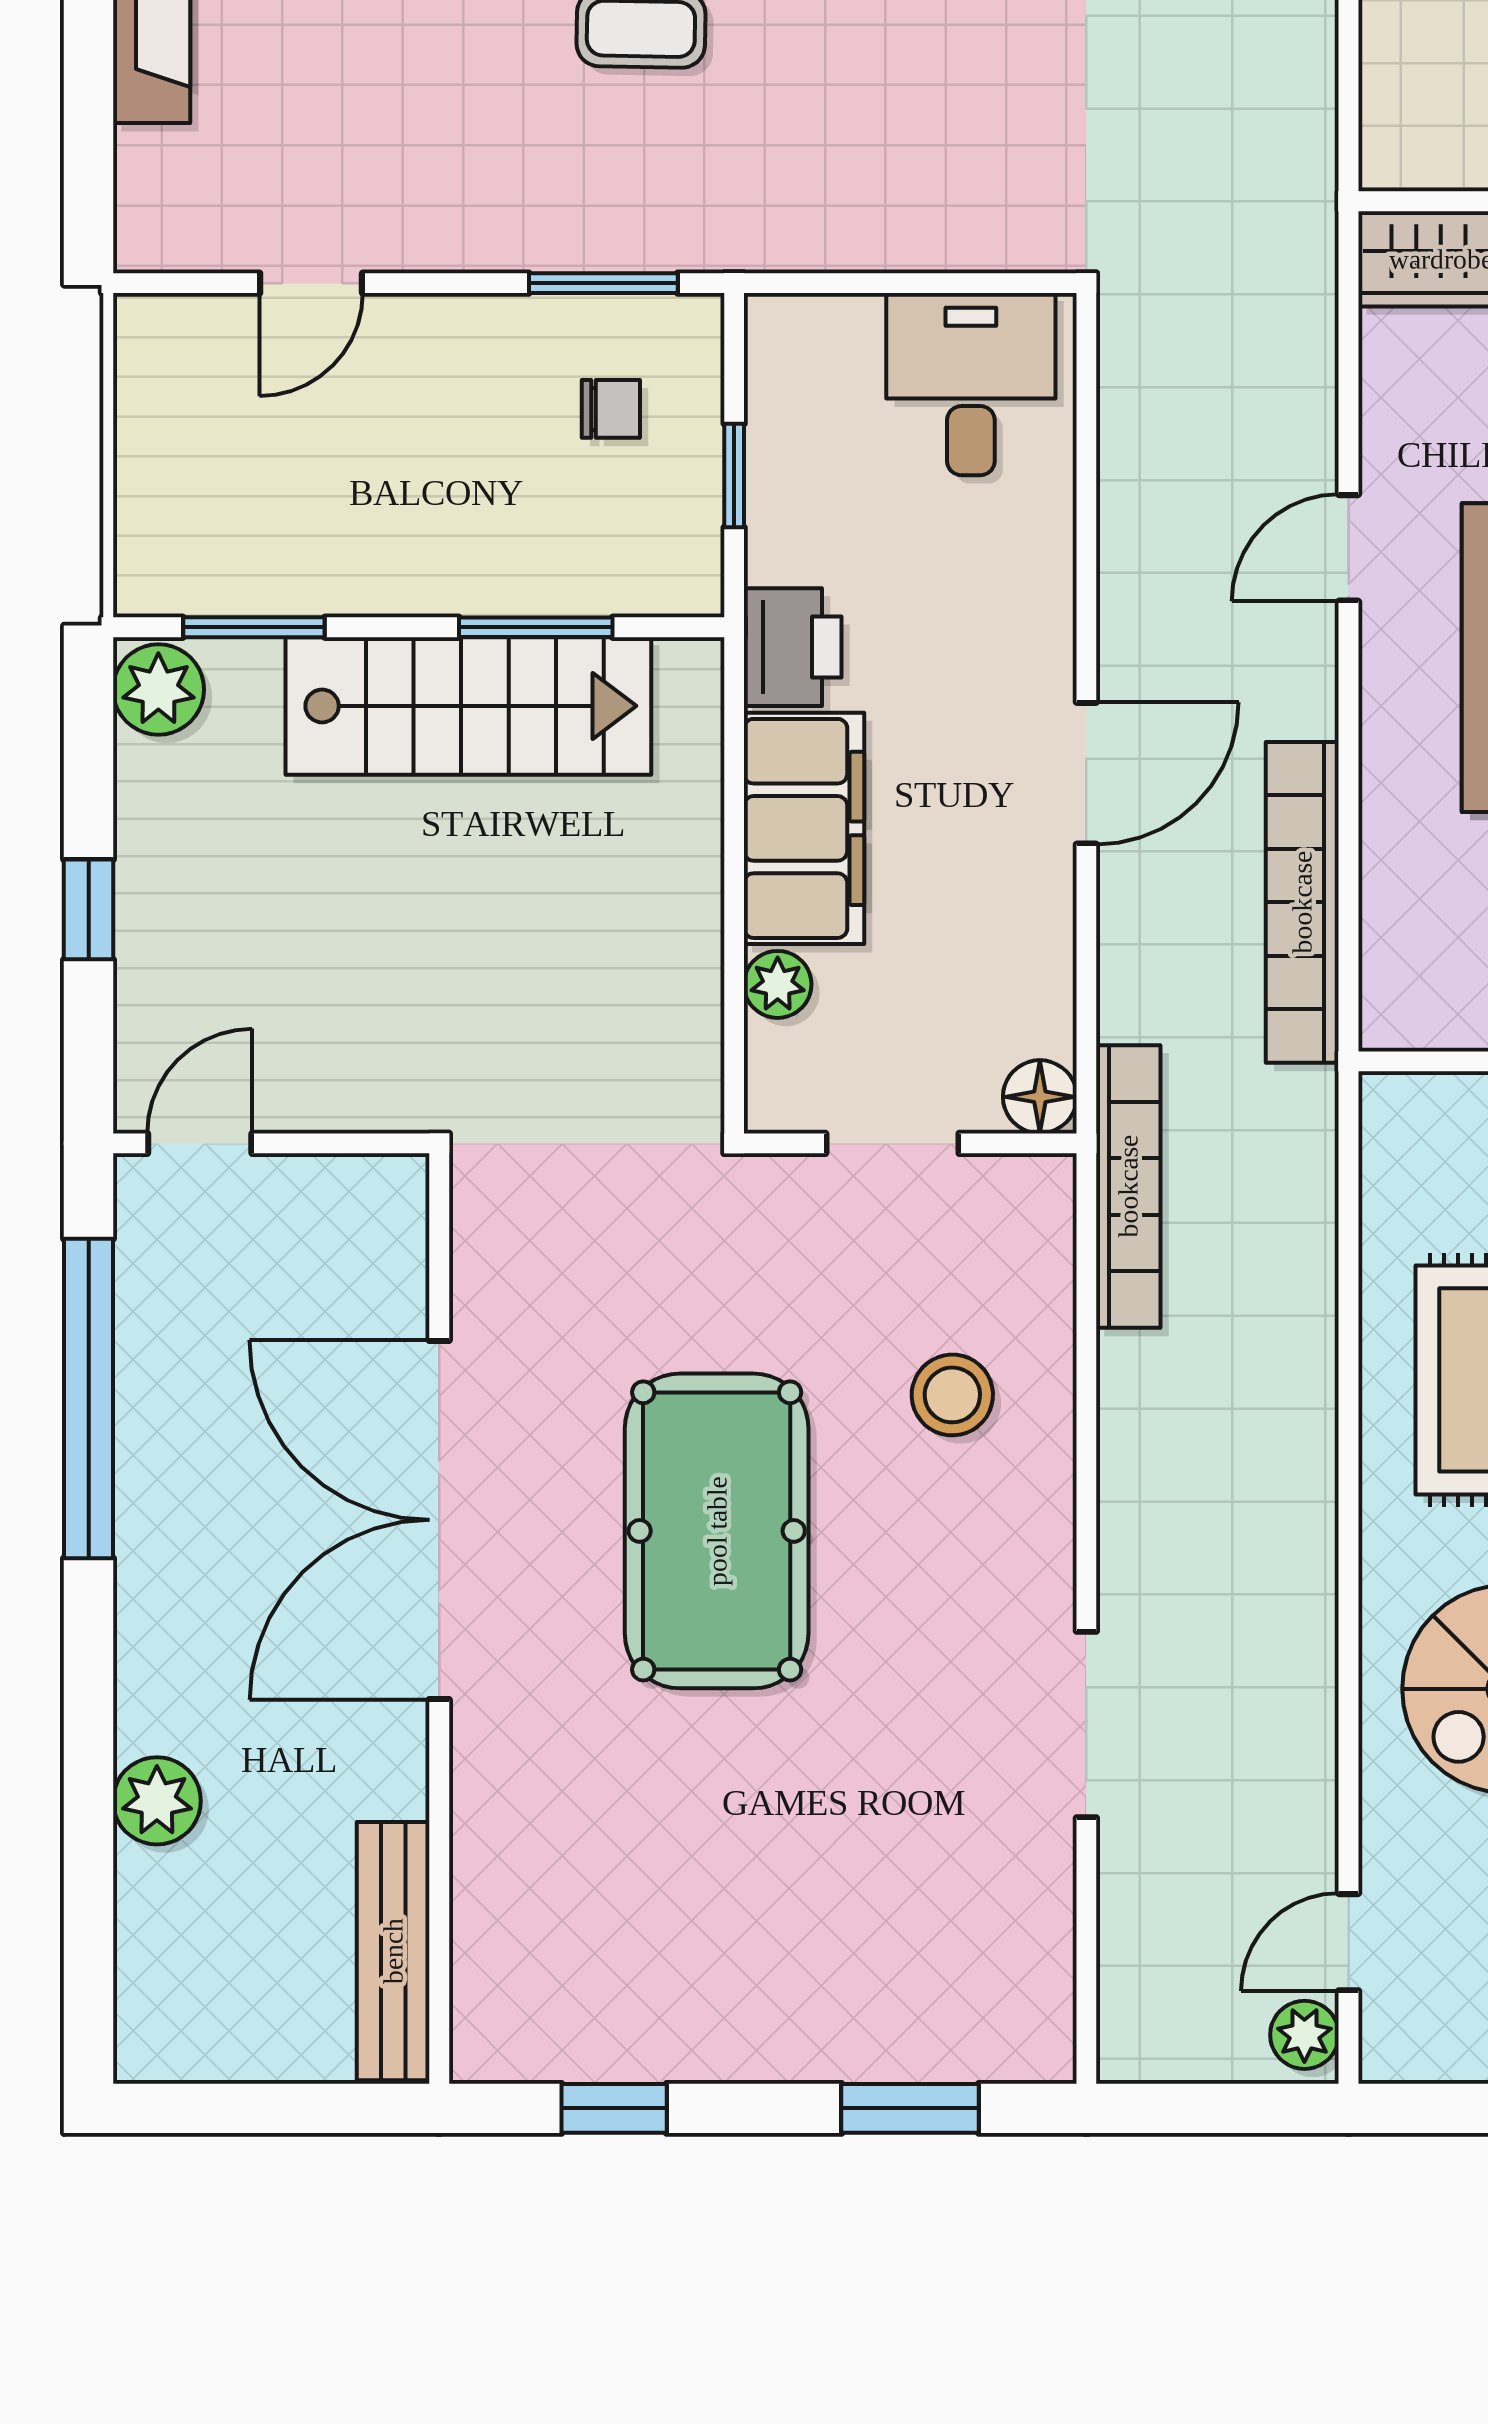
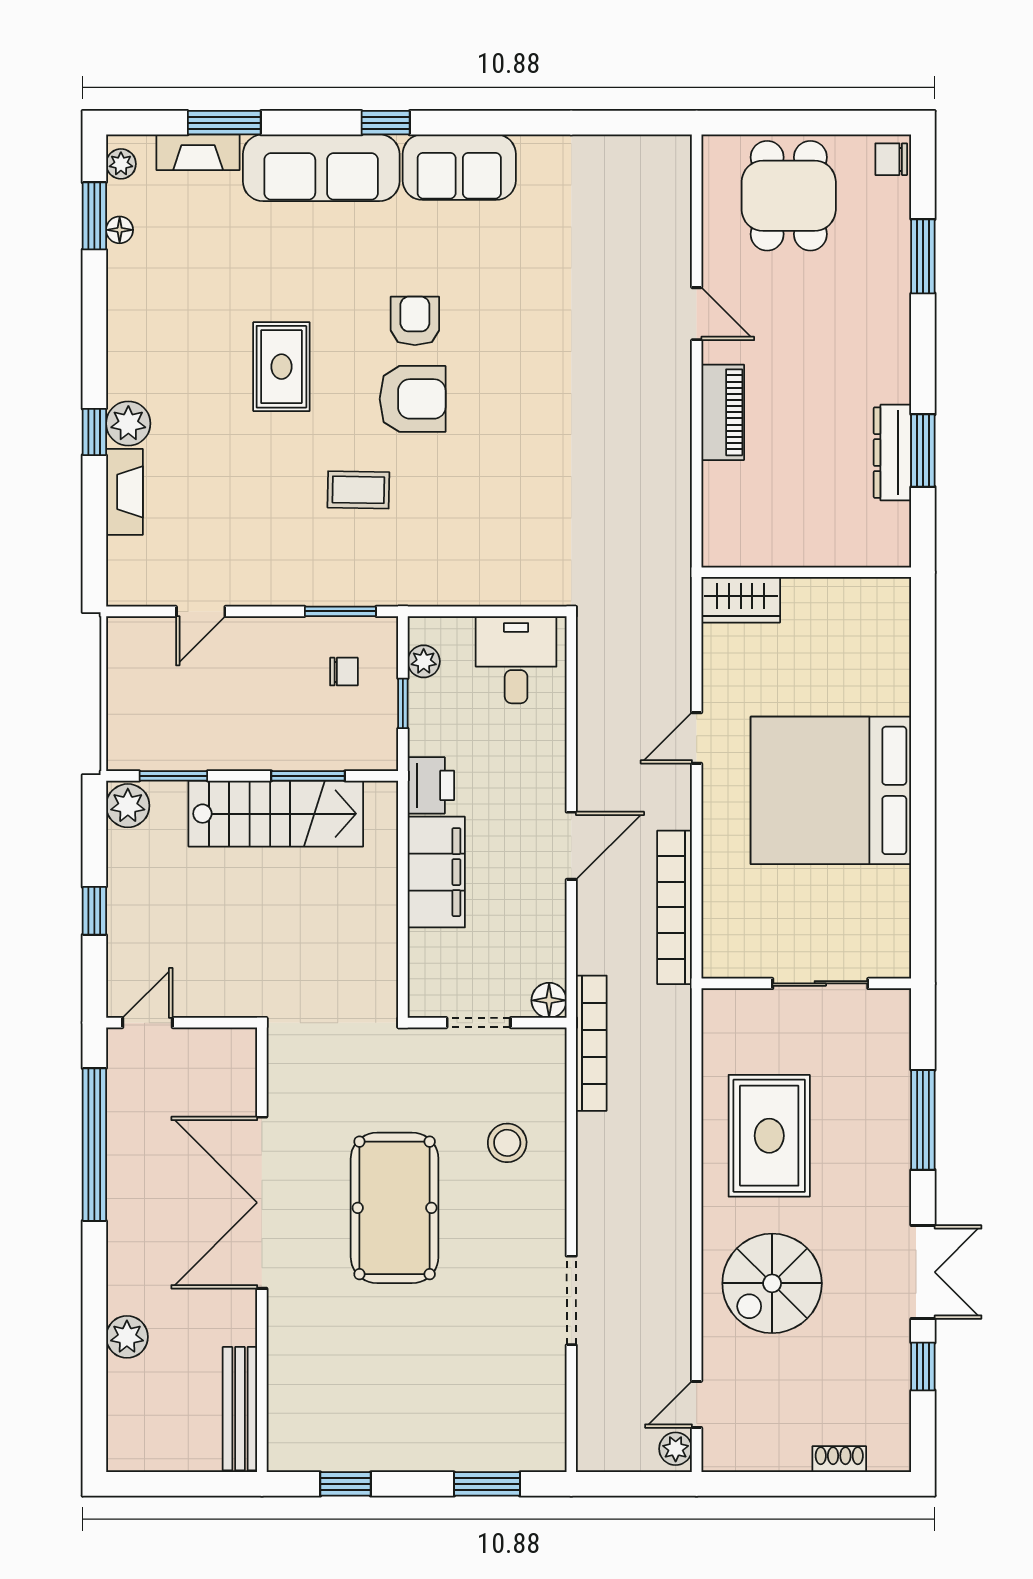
plant: (778, 984) -> (424, 661), moved

